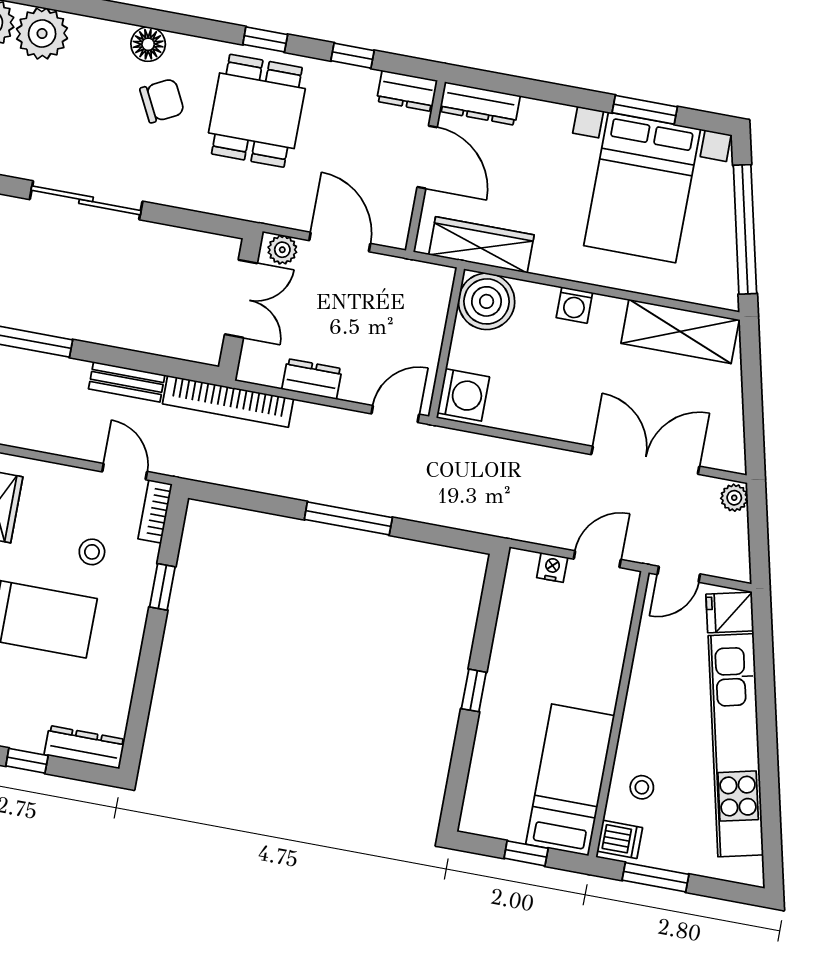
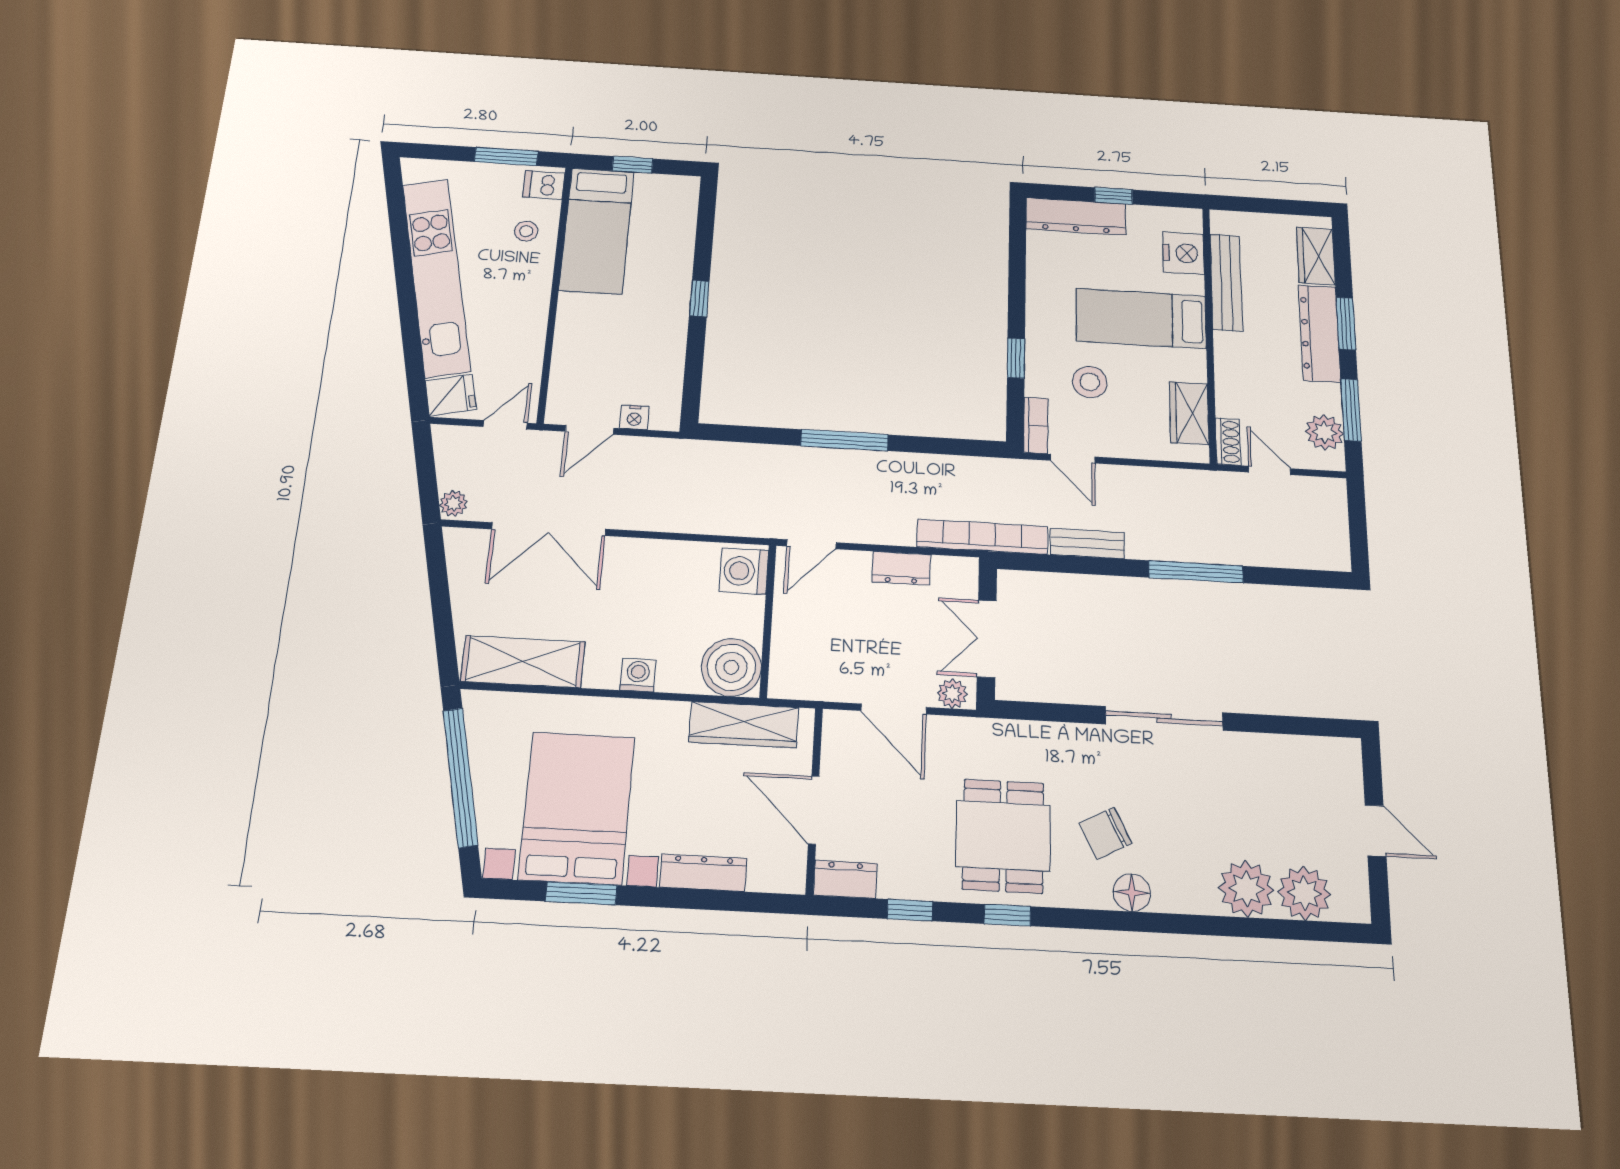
dresser: (480, 104) -> (703, 873), moved
stool: (92, 552) -> (1090, 382), width x1.37, depth x1.37
dresser: (85, 747) -> (1076, 216), width x1.37, depth x1.24

